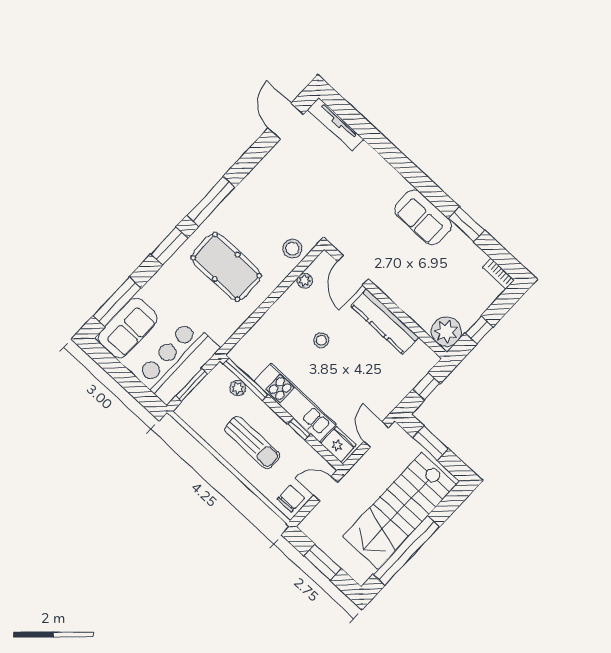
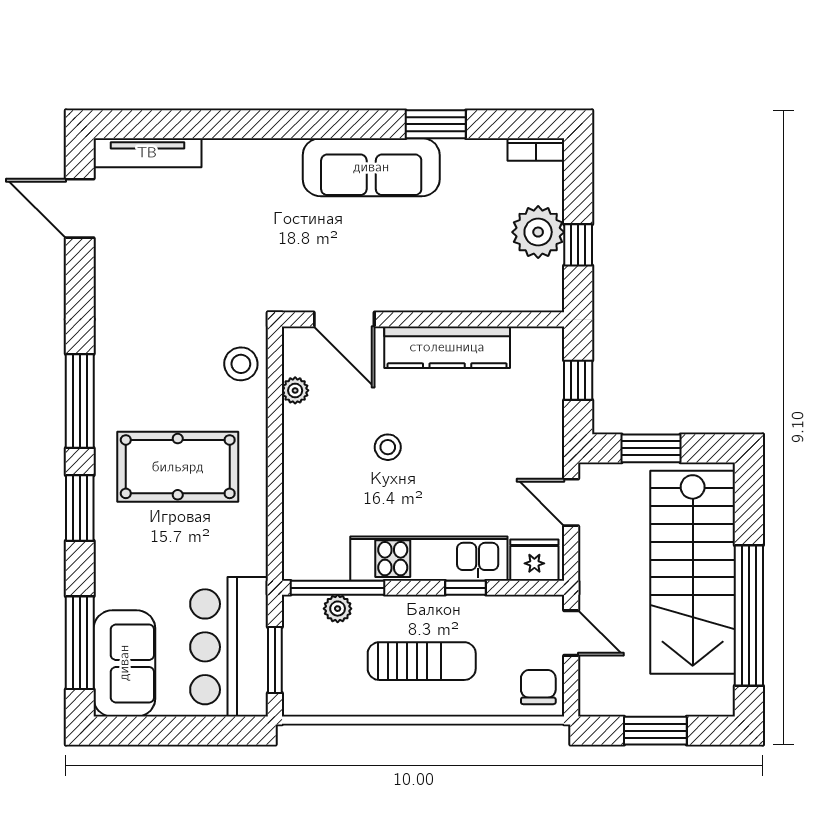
sofa: (423, 217) -> (371, 167), width x1.36
plant: (446, 332) -> (538, 232), moved
door: (325, 489) -> (571, 633), swing flipped

